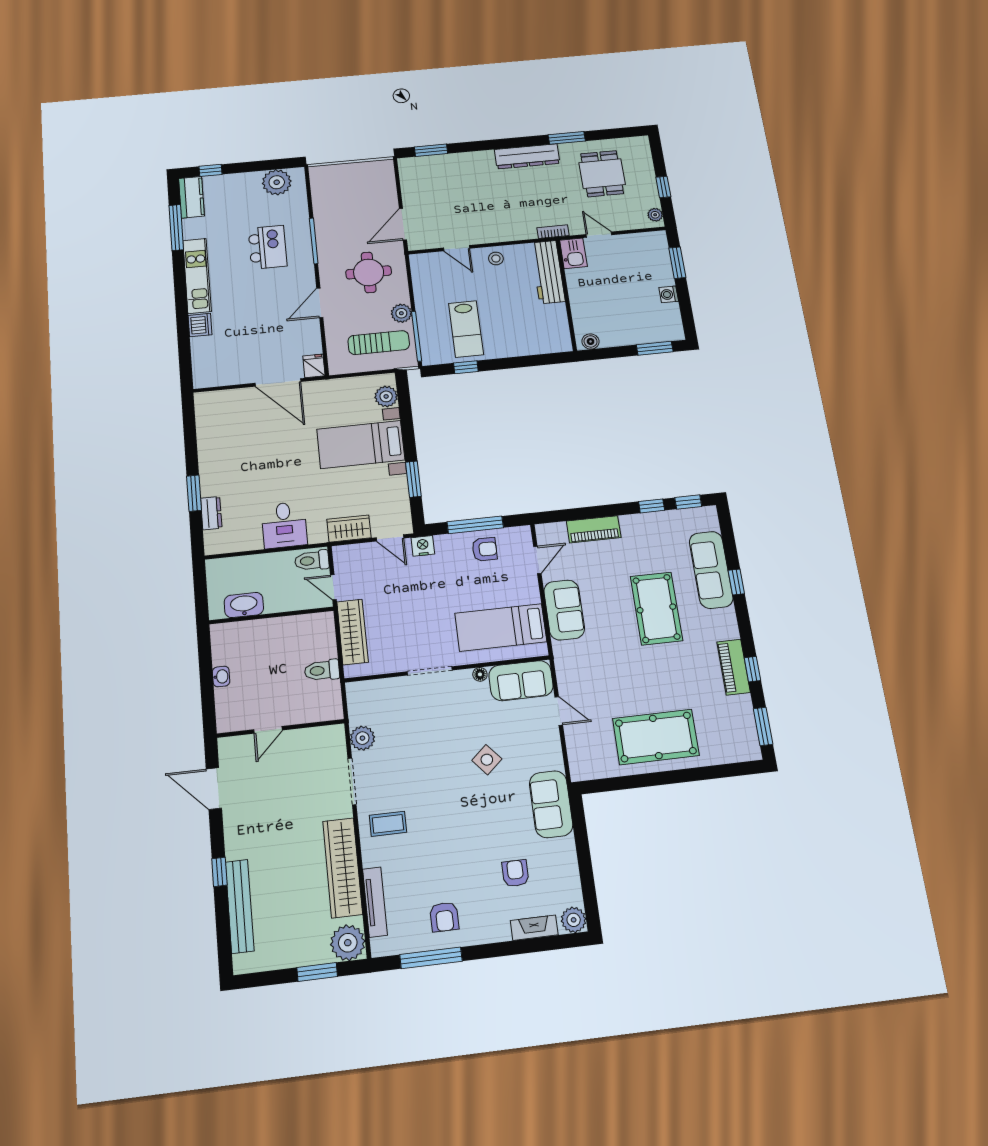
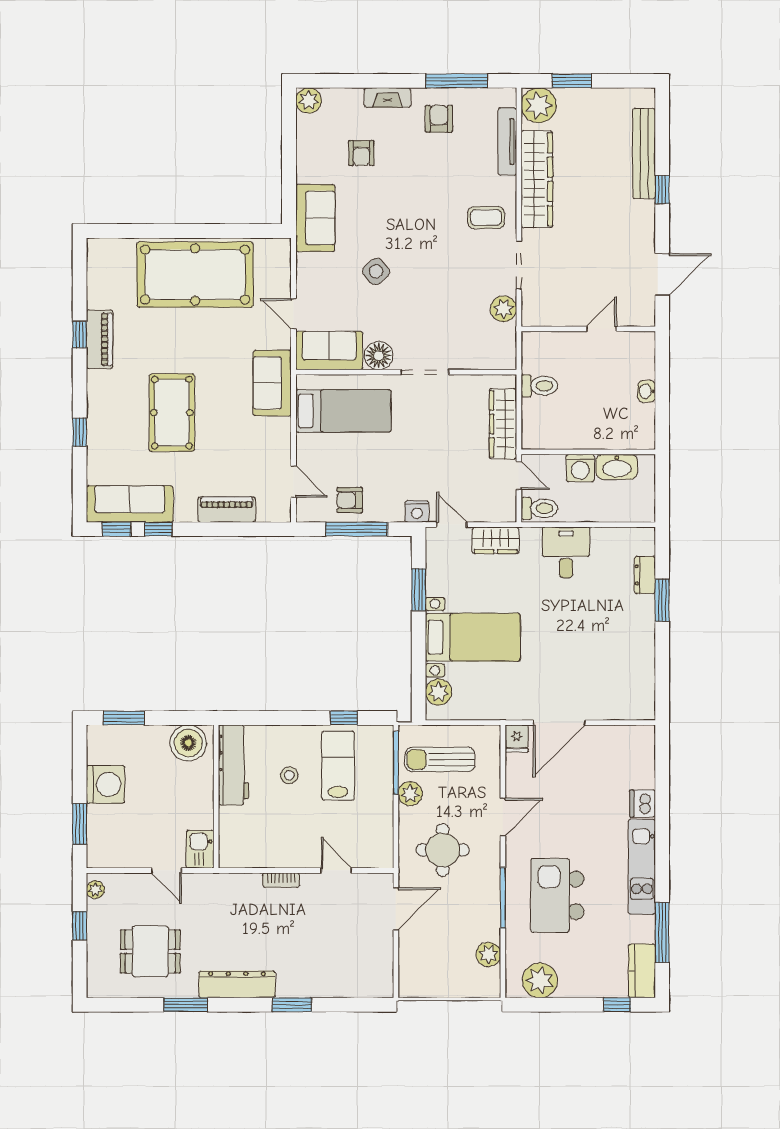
window: (431, 150) -> (292, 1005), moved
dining table: (602, 174) -> (150, 951), turned 90
plant: (322, 197) -> (488, 954), added
bookcase: (553, 232) -> (281, 880), moved
kitchen island: (268, 247) -> (557, 895), width x1.37, depth x1.28
stool: (496, 258) -> (289, 775), moved
workbench: (548, 272) -> (234, 765), moved
washing machine: (669, 294) -> (106, 784), width x1.89, depth x1.89
boiler: (591, 341) -> (188, 743), width x1.86, depth x1.86
door: (278, 382) -> (559, 723), swing flipped
door: (537, 560) -> (294, 481), swing flipped
sofa: (711, 570) -> (130, 504), moved, turned -90
washing machine: (277, 600) -> (580, 468), added
sofa: (564, 610) -> (272, 383), moved
floor lamp: (480, 674) -> (379, 356), width x1.89, depth x1.89
window: (763, 726) -> (80, 273), removed
pool table: (656, 737) -> (195, 275), width x1.36, depth x1.32
door: (214, 788) -> (662, 274), hinge flipped
fireplace: (534, 928) -> (387, 98), moved

